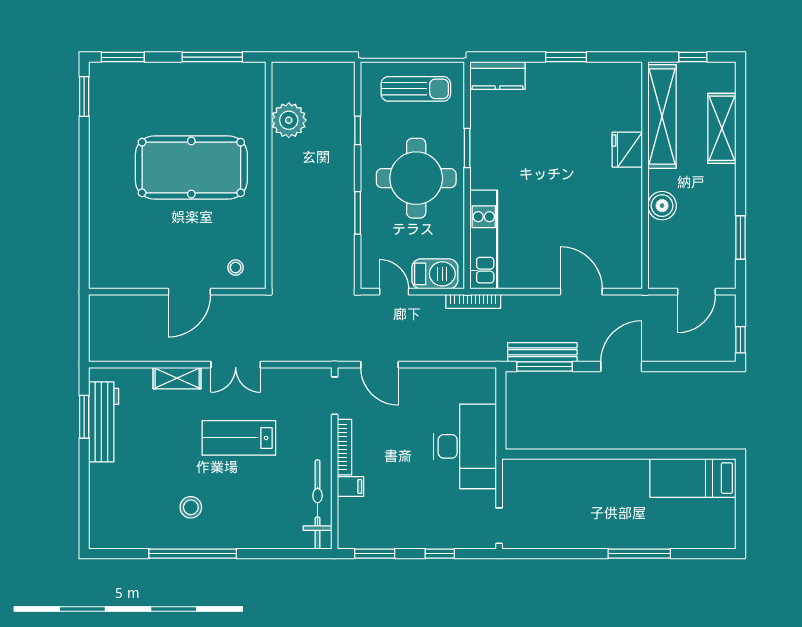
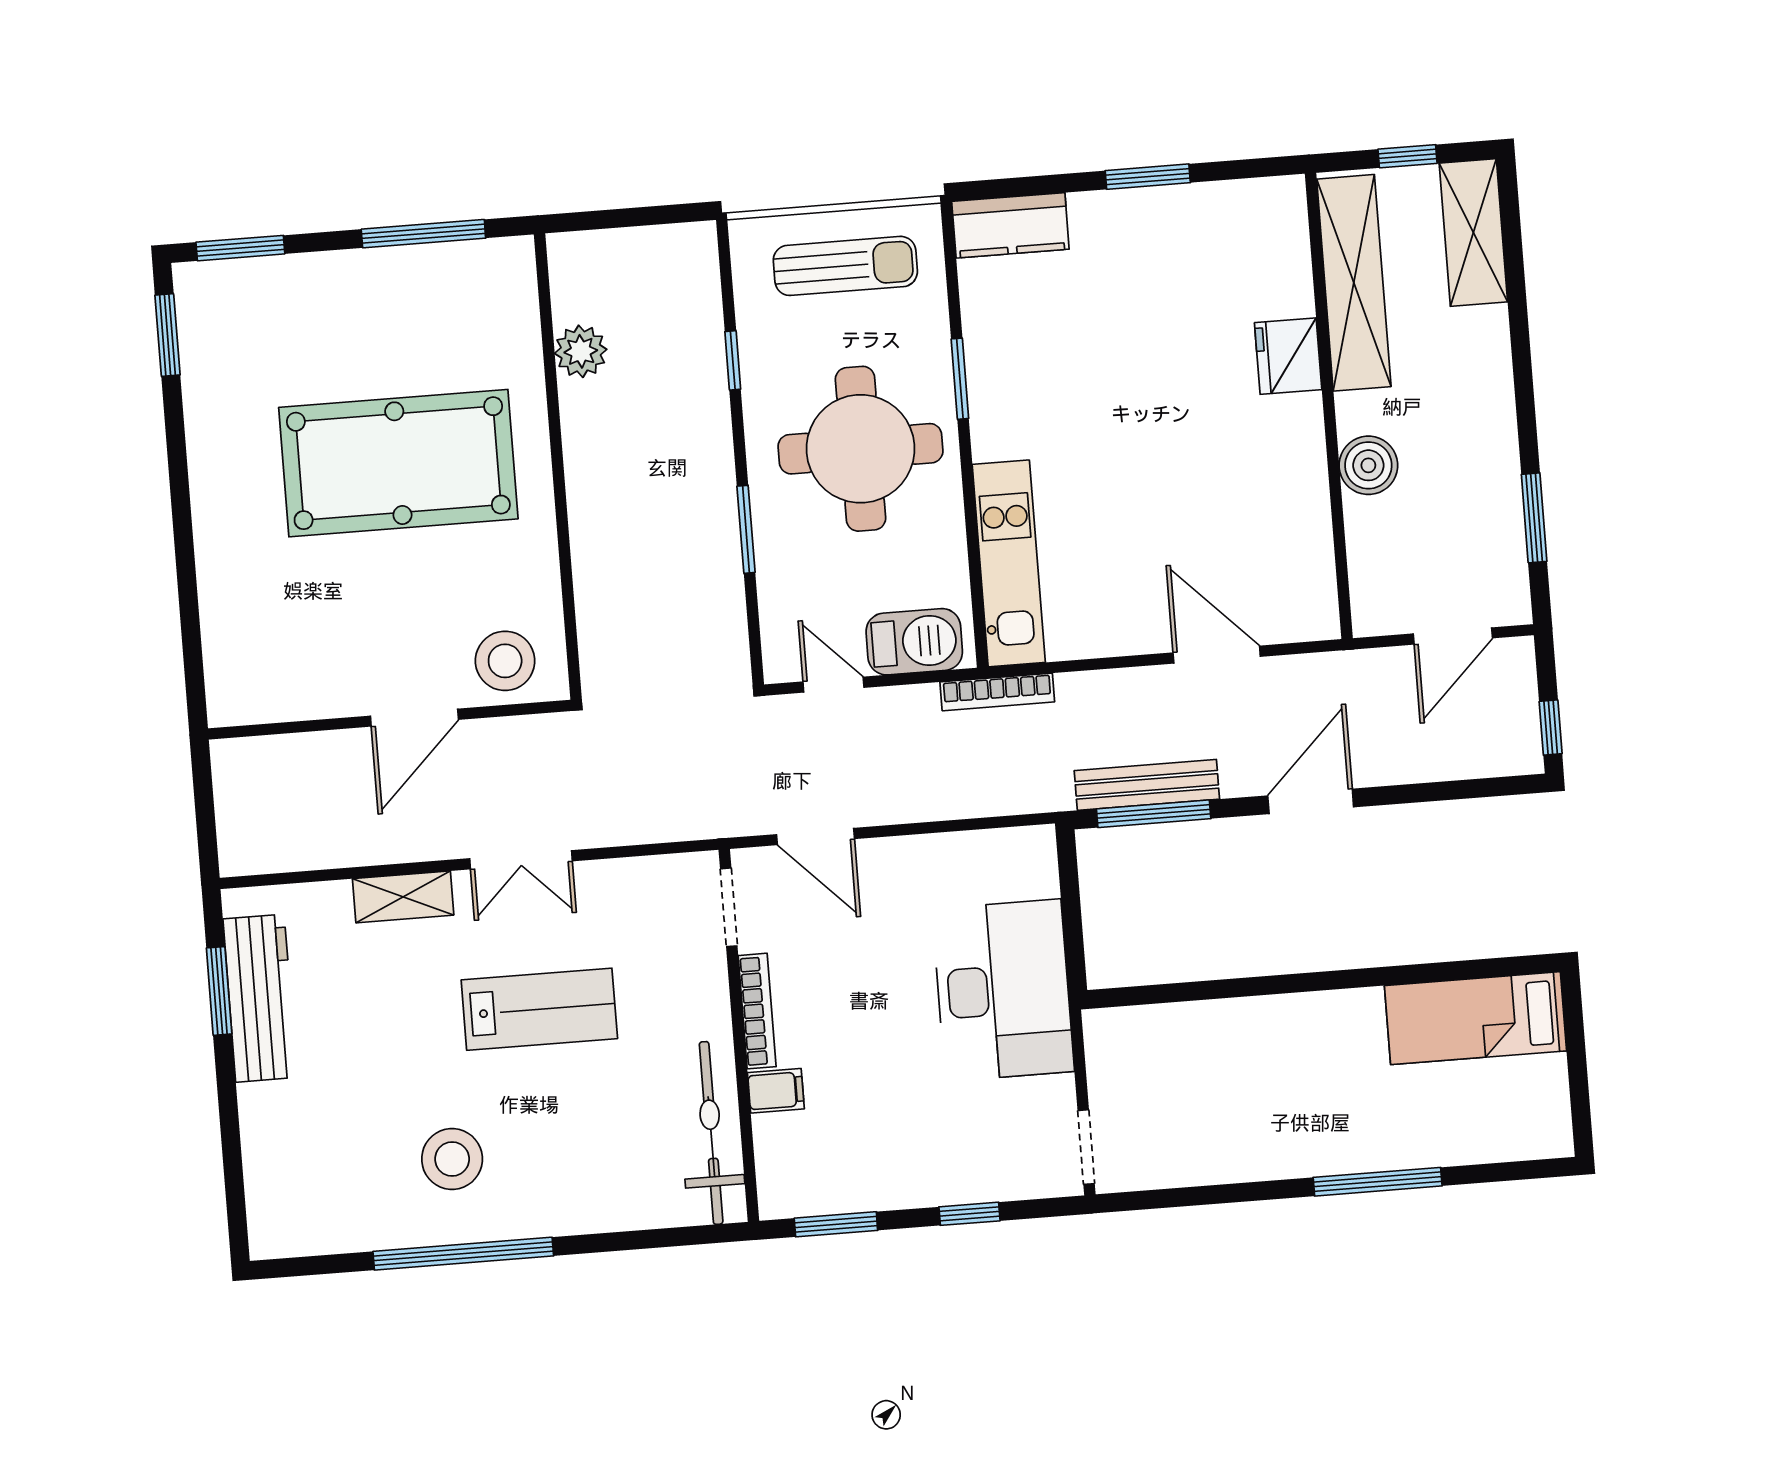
plant: (289, 120) -> (581, 351), width x0.73, depth x0.73
shelving: (722, 128) -> (1473, 233), moved
stool: (236, 268) -> (505, 661), width x1.89, depth x1.89
lab bench: (239, 438) -> (539, 1009), turned 180
stool: (191, 507) -> (452, 1159), width x1.38, depth x1.38

